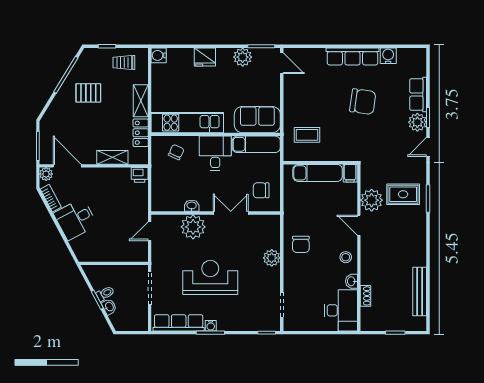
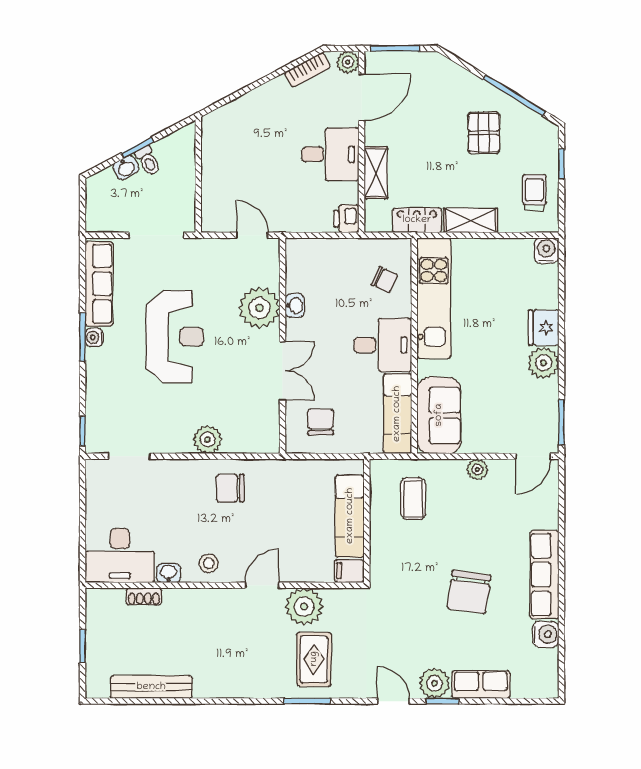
plant: (243, 57) -> (544, 363), moved
plant: (290, 97) -> (477, 469), added
desk: (75, 219) -> (330, 154), moved, turned 118

